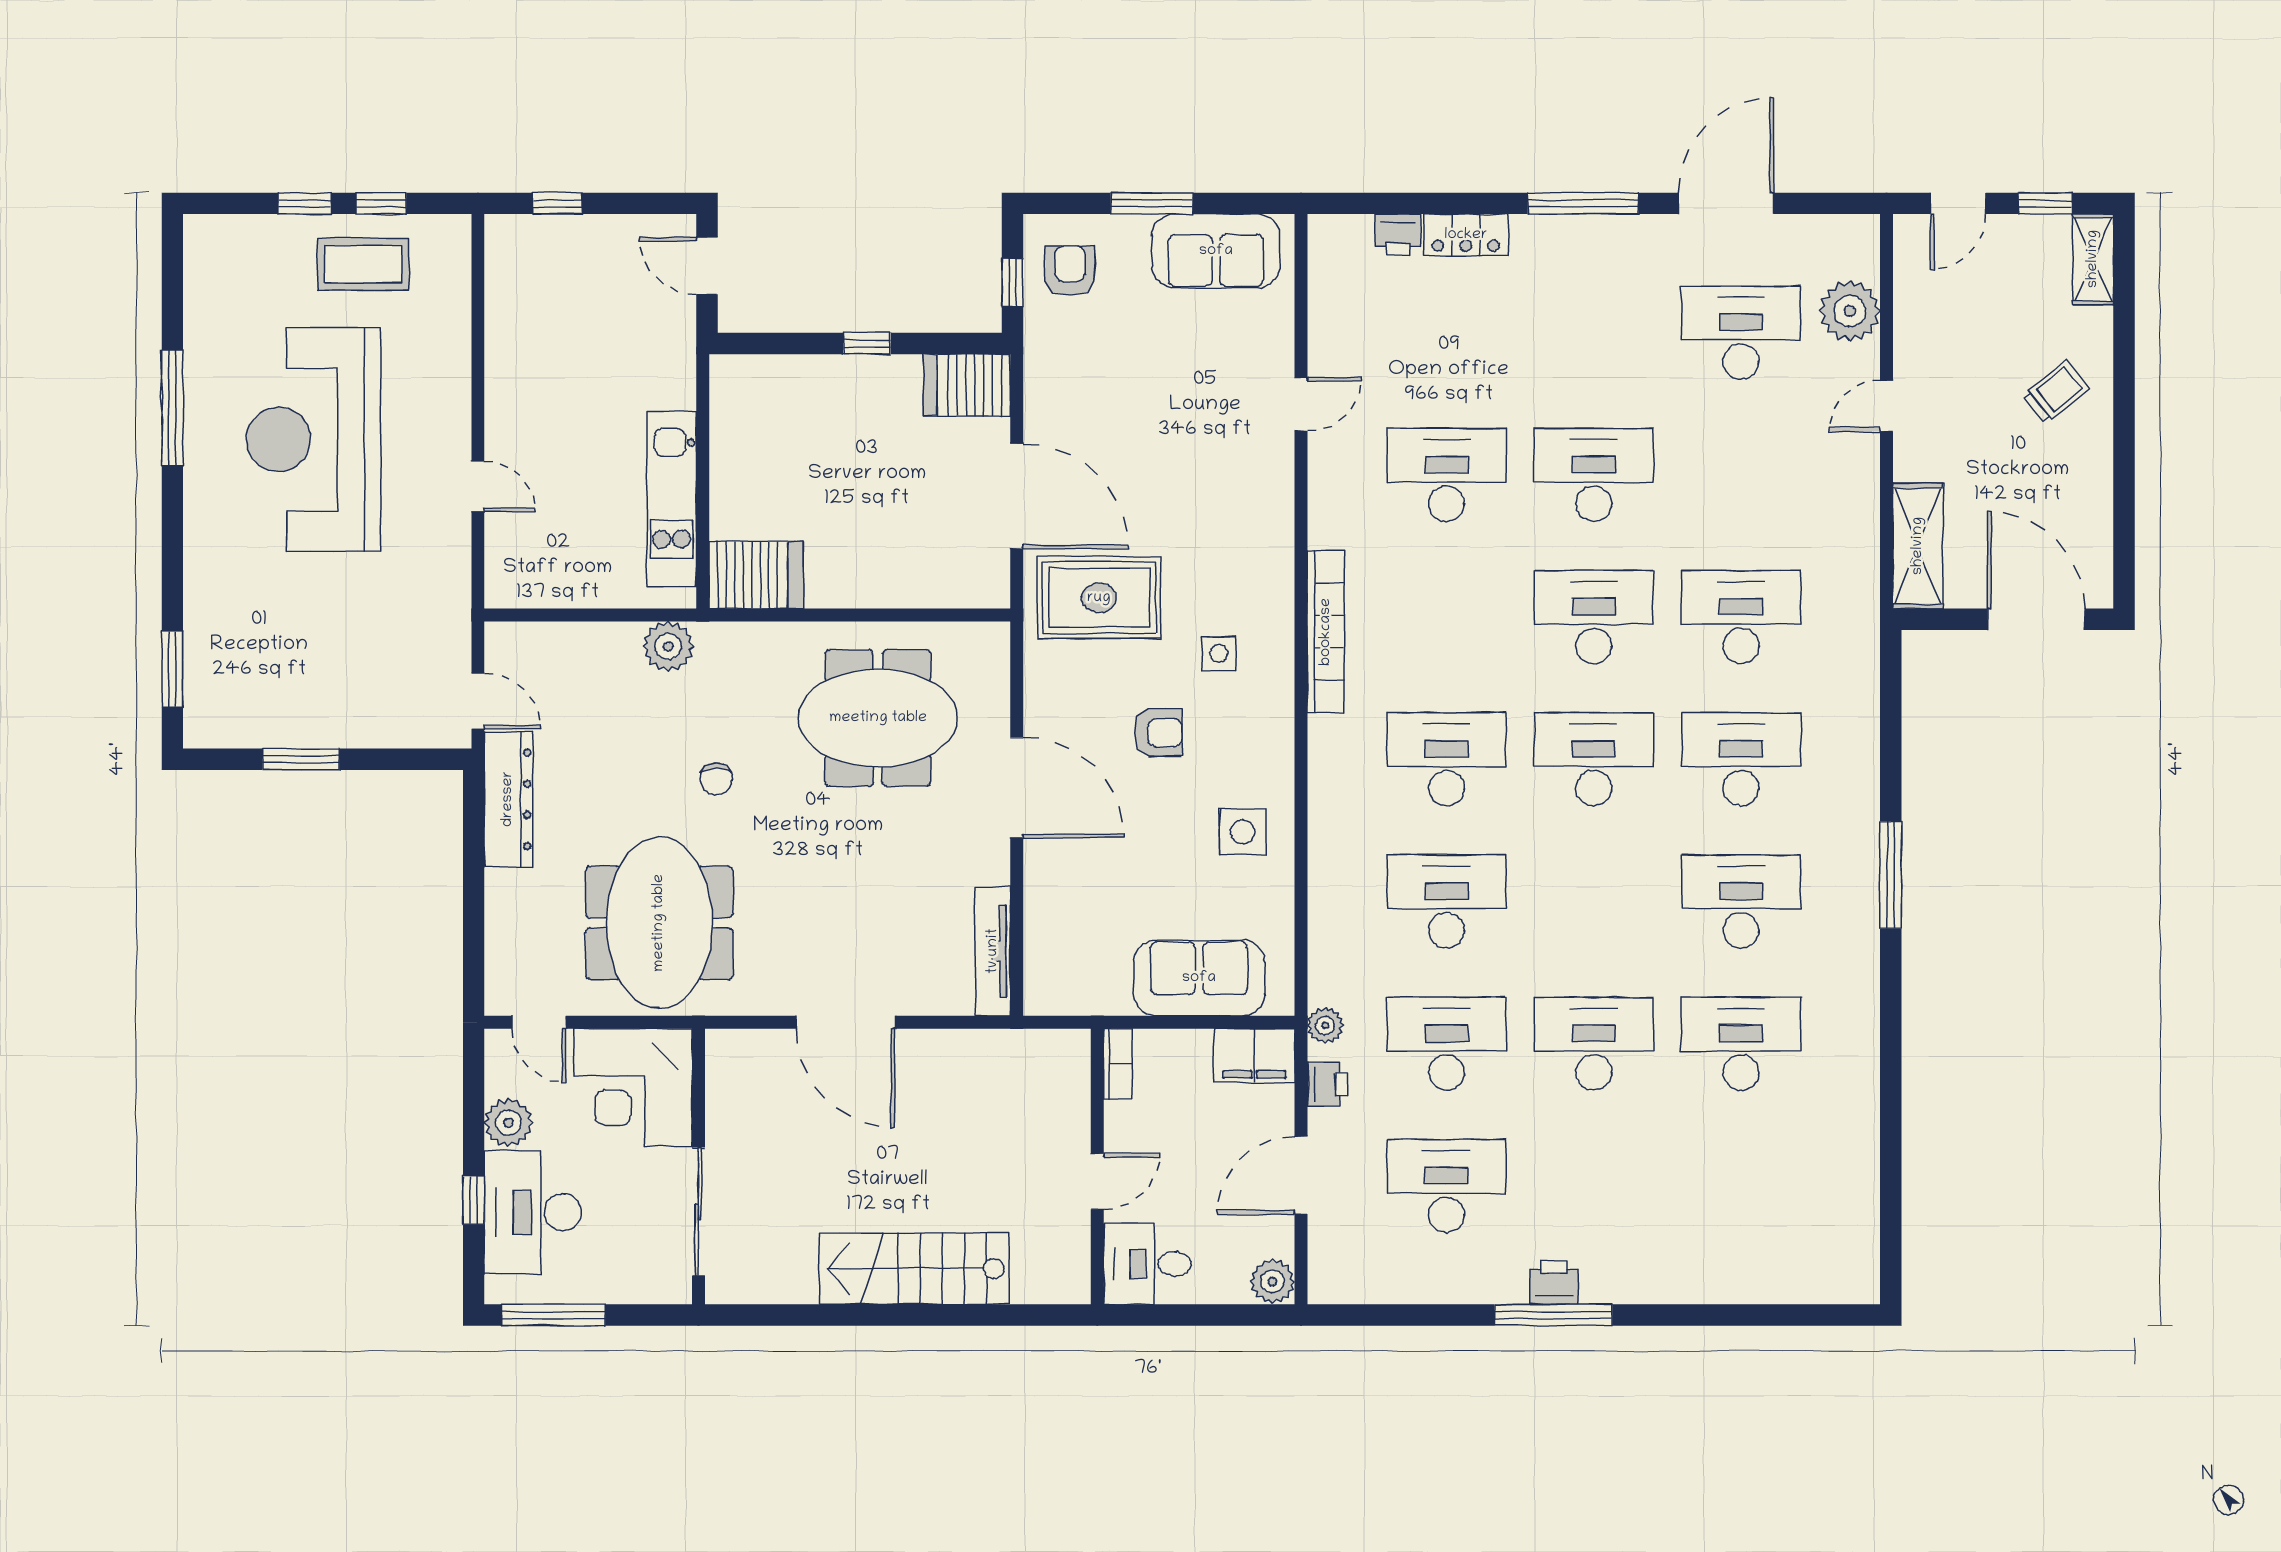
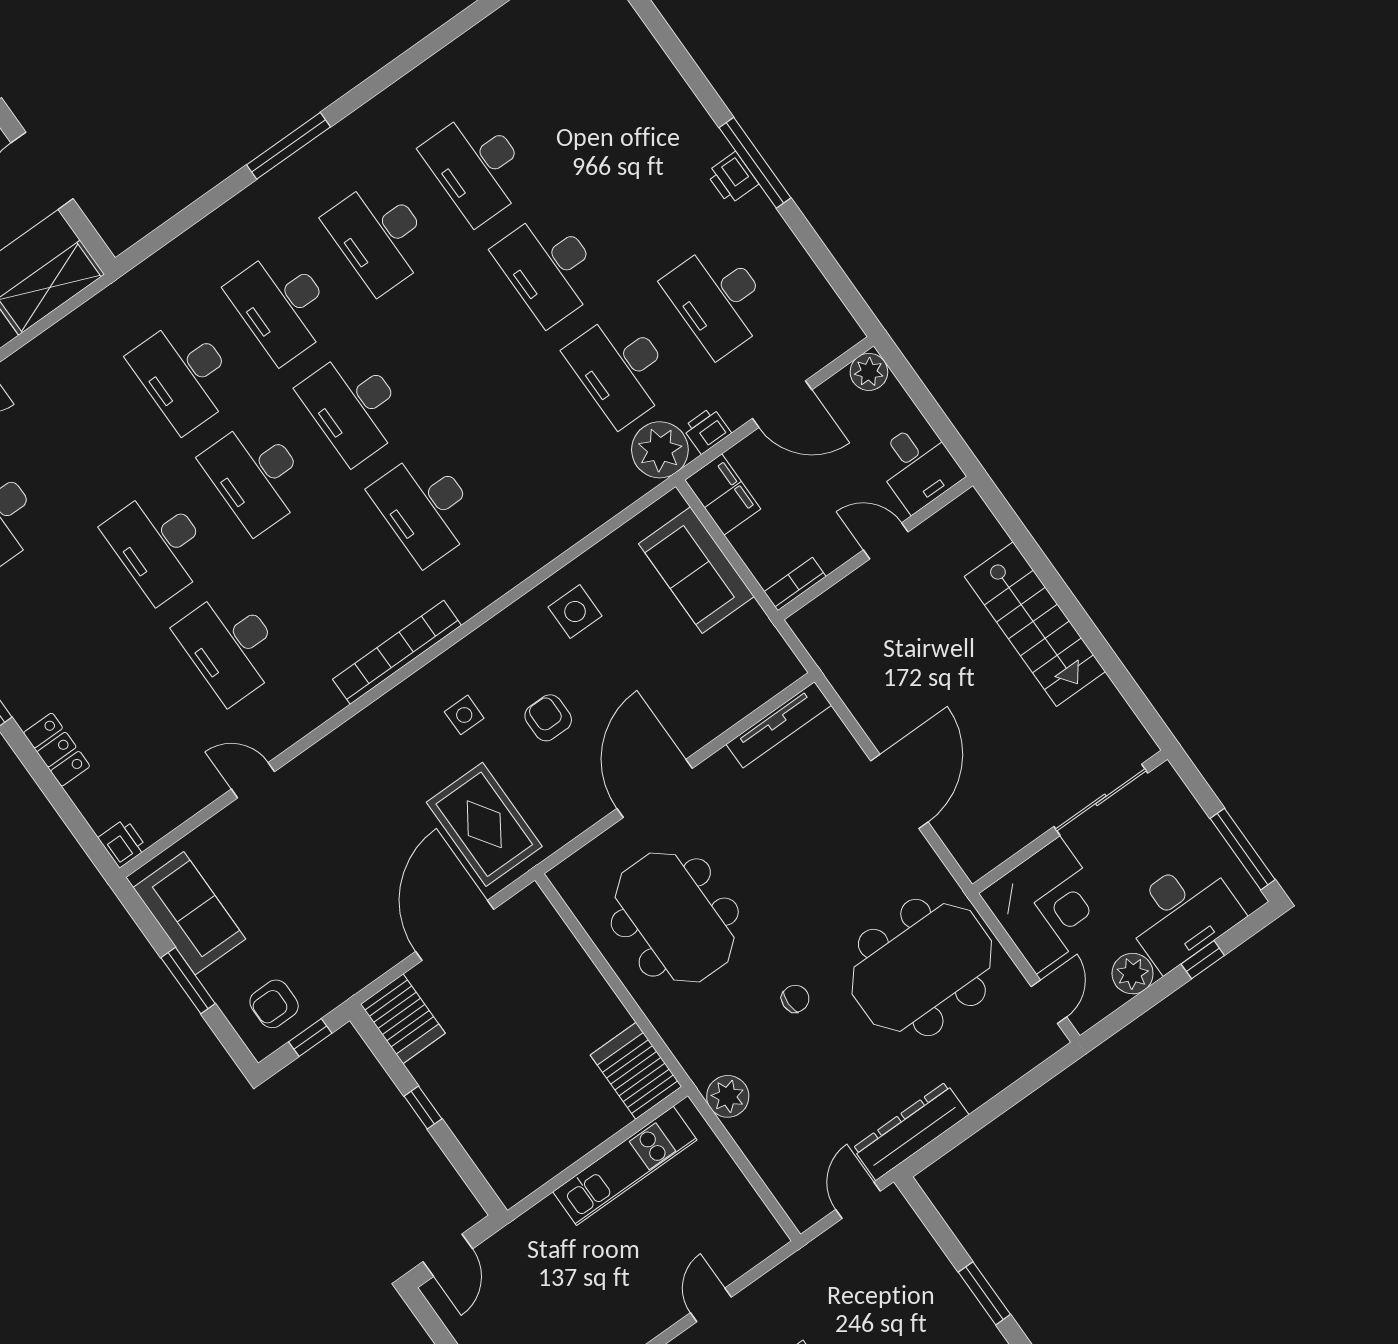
printer: (1398, 235) -> (122, 843), moved
desk: (1446, 901) -> (523, 438), removed
plant: (1325, 1025) -> (660, 450), width x1.87, depth x1.87

